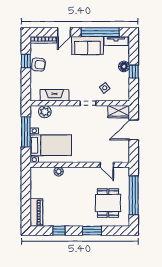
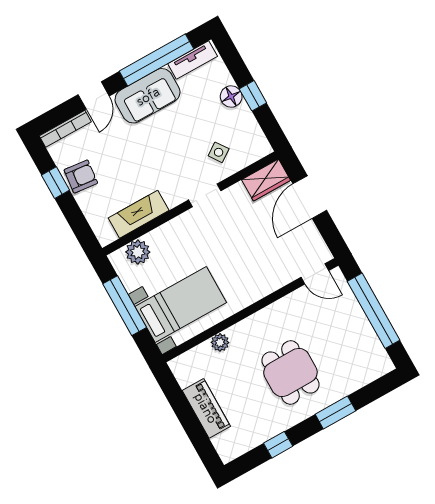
door: (107, 165) -> (315, 274), moved
dining table: (108, 203) -> (290, 372), moved
piano: (36, 212) -> (206, 408), moved

